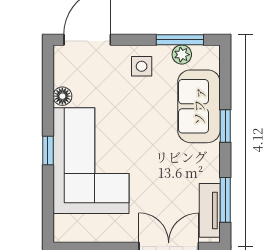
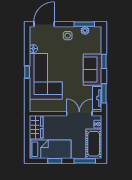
sofa: (199, 106) -> (92, 70), moved

